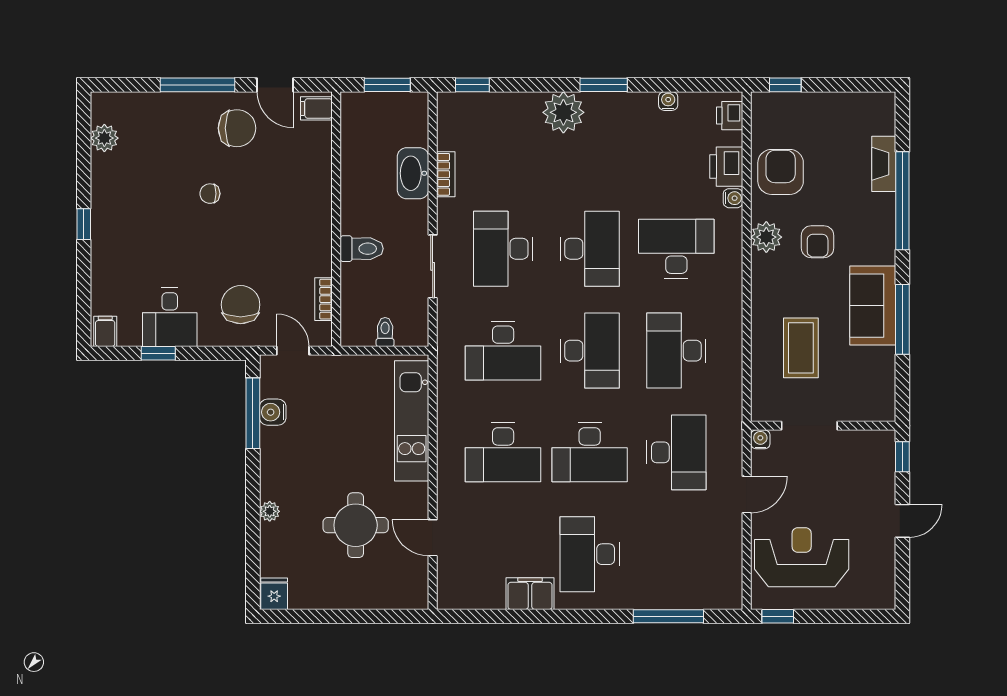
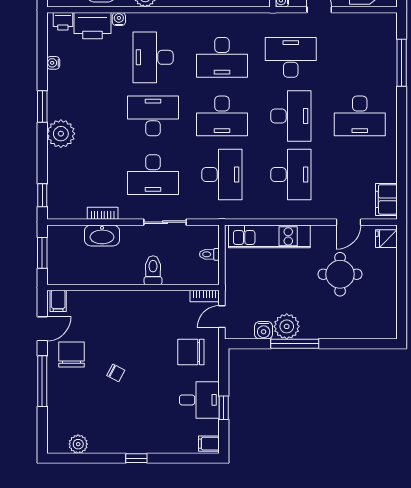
printer: (726, 167) -> (92, 26), width x1.37, depth x1.19
chair: (210, 194) -> (116, 373), turned -62
bookcase: (323, 299) -> (205, 296), moved
desk: (590, 351) -> (222, 116), turned 180
window: (253, 413) -> (295, 344), moved
plant: (270, 511) -> (287, 326), moved, width x1.88, depth x1.88
fridge: (274, 594) -> (386, 239), moved
filing cabinet: (530, 594) -> (386, 199), moved

